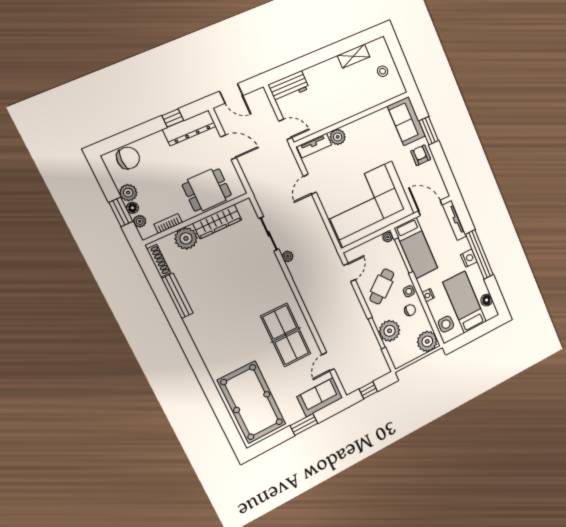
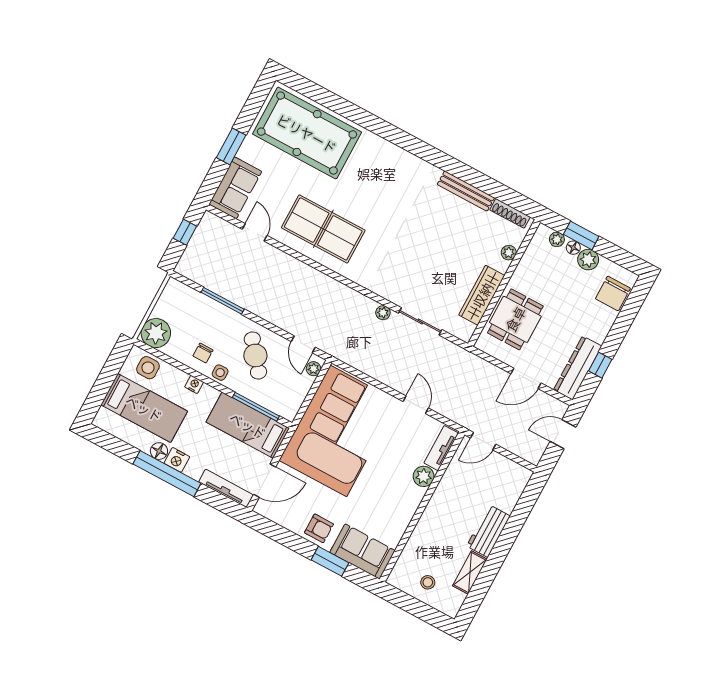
workbench: (289, 87) -> (488, 531), moved
bookcase: (168, 223) -> (528, 257), removed
plant: (388, 237) -> (314, 369), moved
plant: (186, 238) -> (509, 253), width x0.53, depth x0.53
floor lamp: (487, 300) -> (159, 451), moved
plant: (390, 331) -> (210, 314), removed

